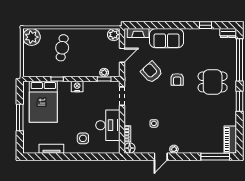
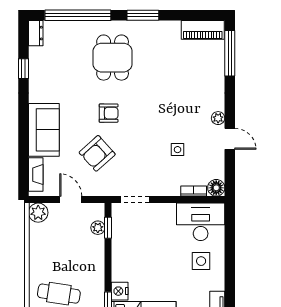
nightstand: (77, 86) -> (120, 291), moved
desk: (108, 125) -> (201, 222), moved

